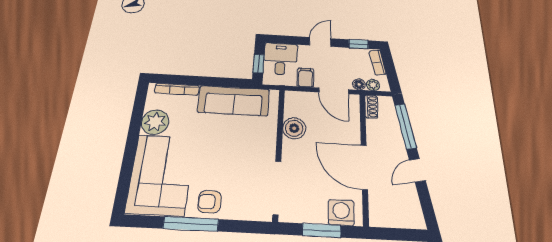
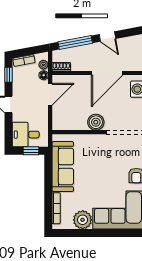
filing cabinet: (305, 77) -> (40, 115), removed
boiler: (294, 128) -> (96, 122), moved

